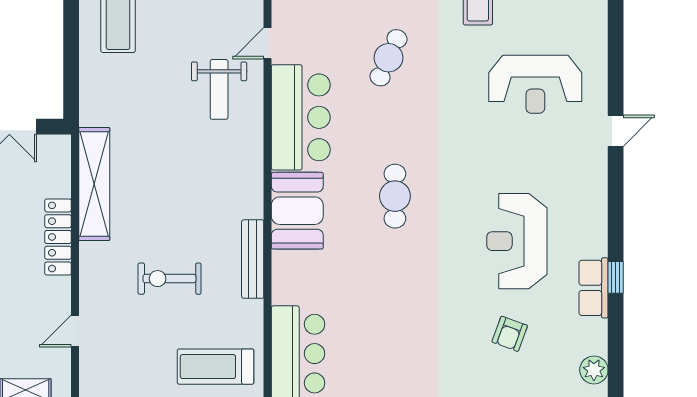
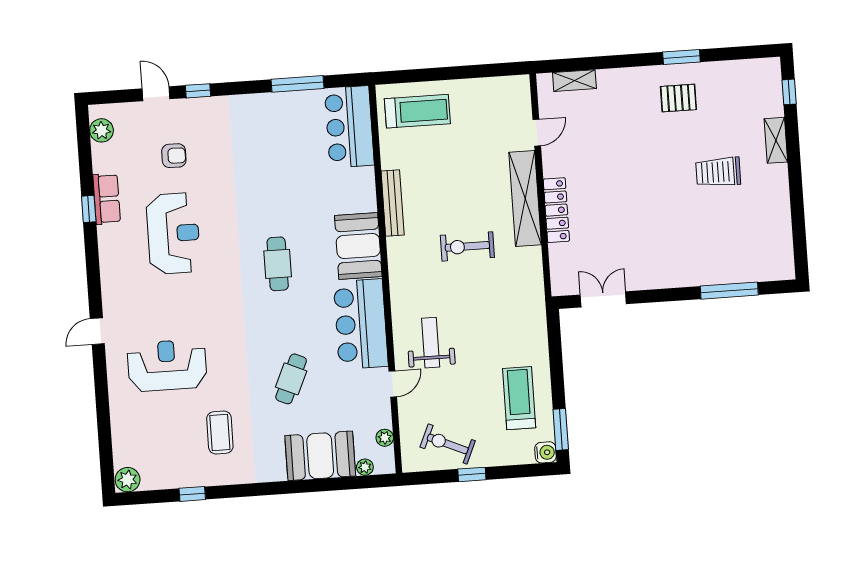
shelving: (94, 184) -> (525, 198), moved
exercise bike: (169, 279) -> (467, 246), moved, turned 180
armchair: (510, 334) -> (174, 156), turned 71

